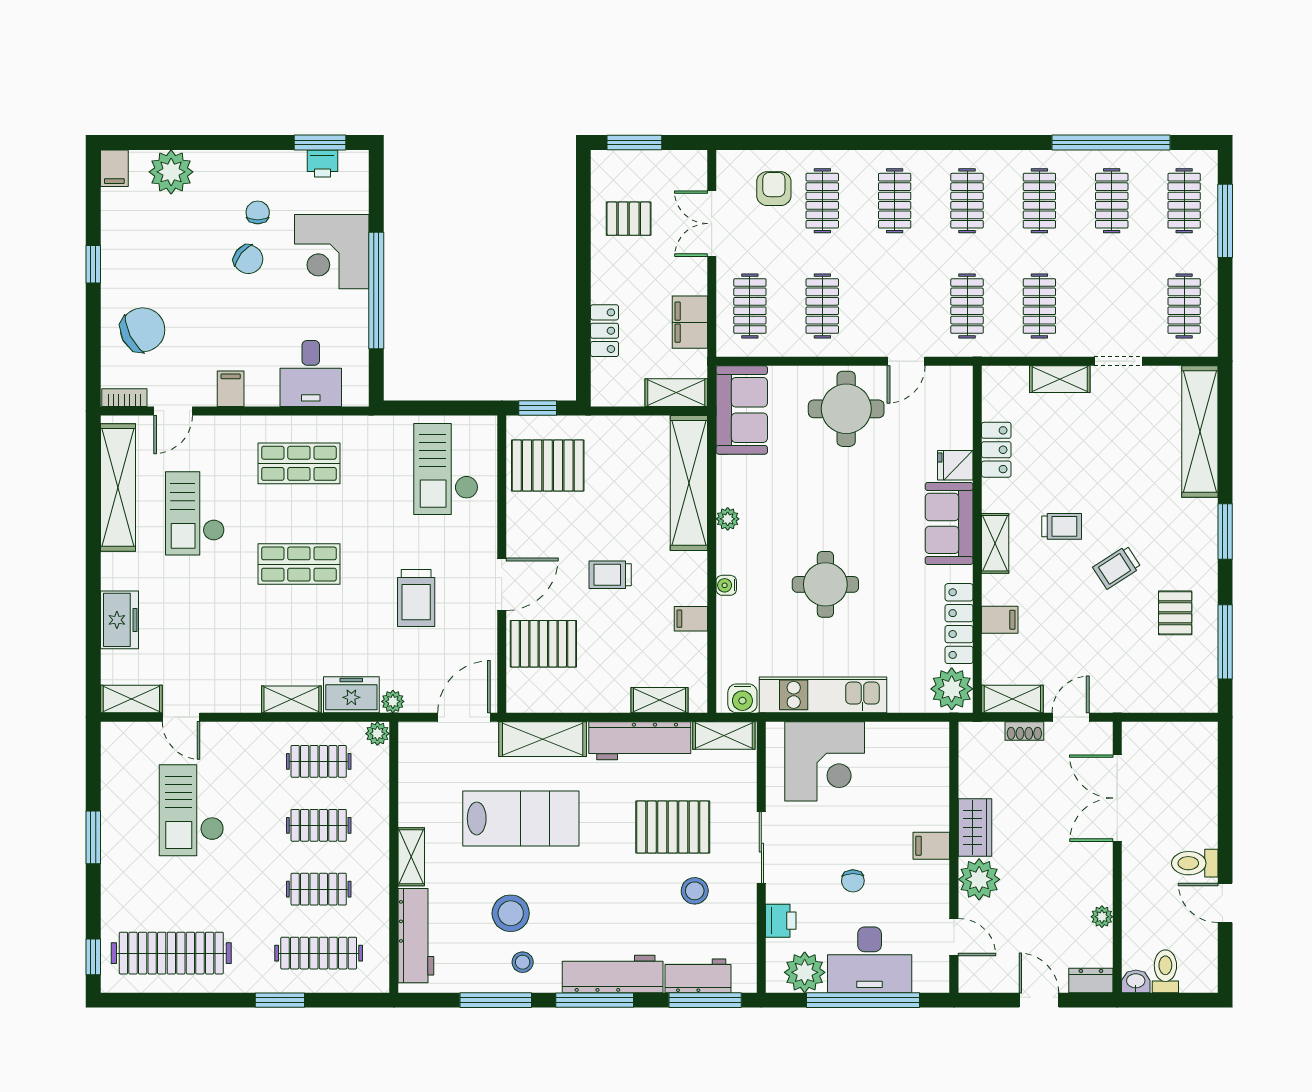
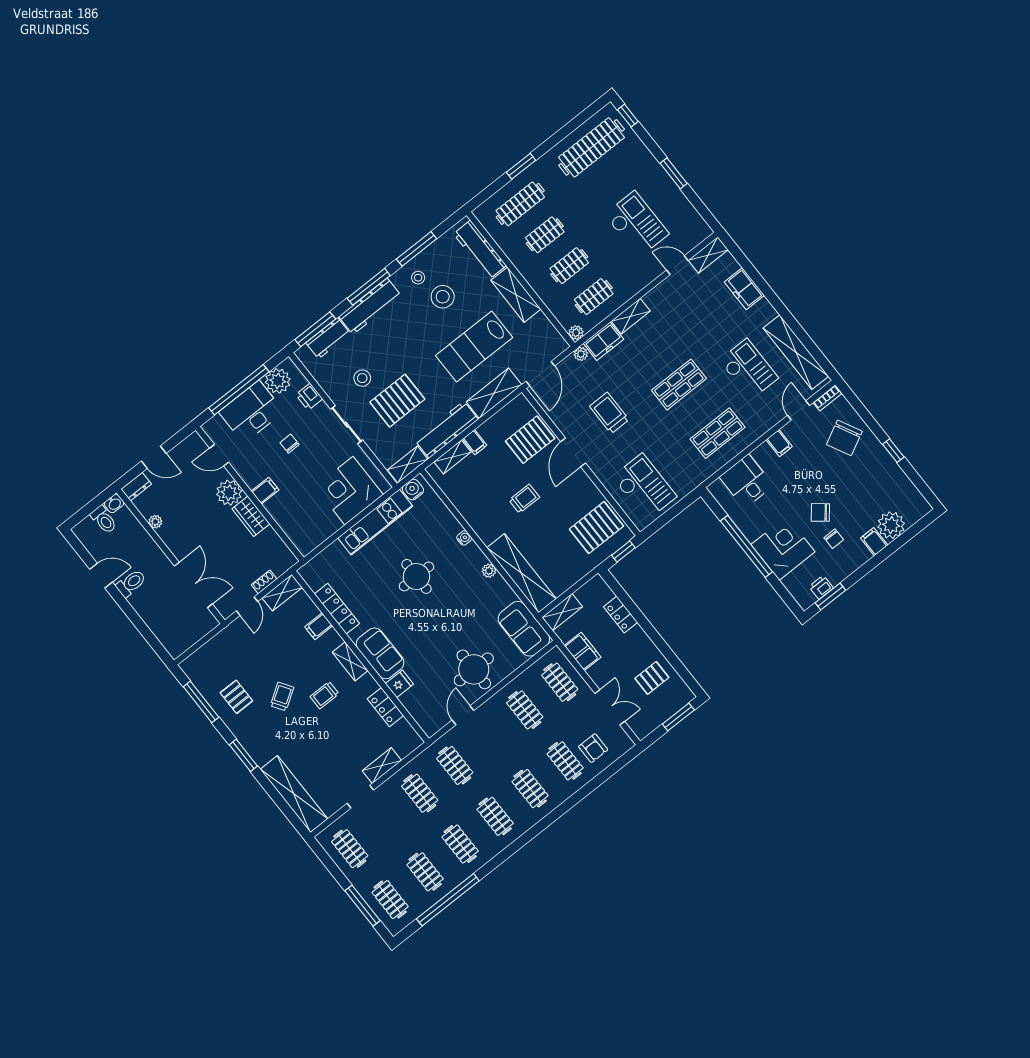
filing cabinet: (114, 168) -> (874, 542), moved
filing cabinet: (691, 619) -> (475, 442), moved, turned 90
plant: (952, 689) -> (315, 574), removed
shelving: (411, 857) -> (516, 295), width x1.50, depth x1.33

